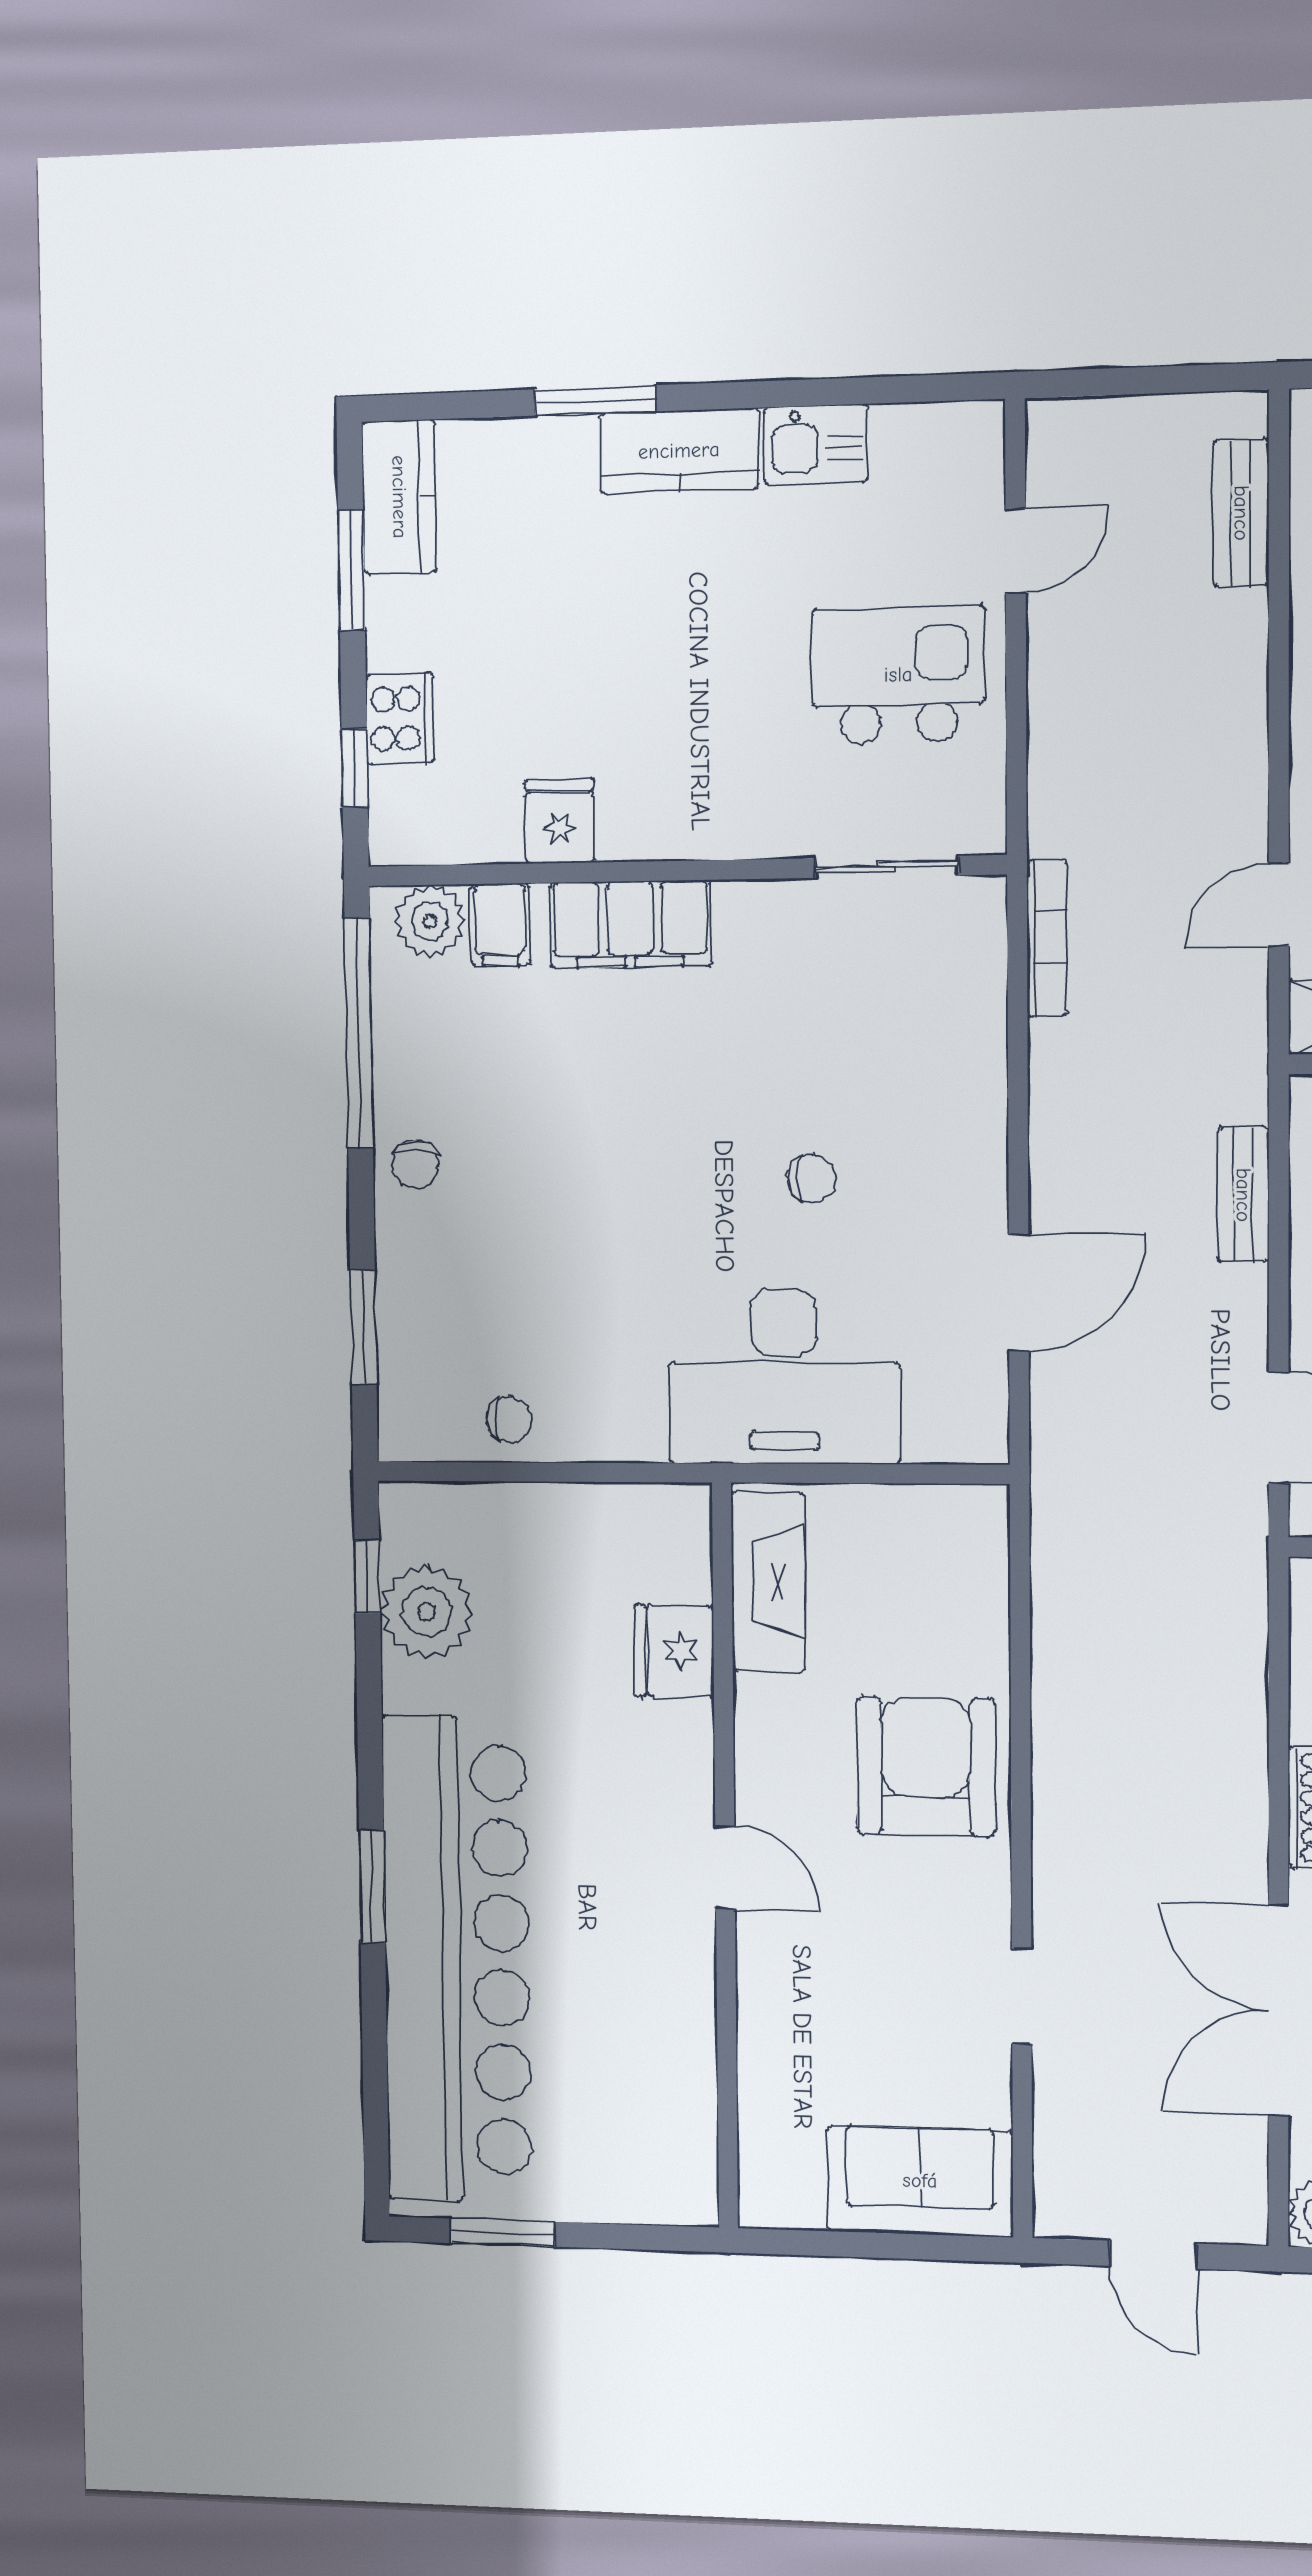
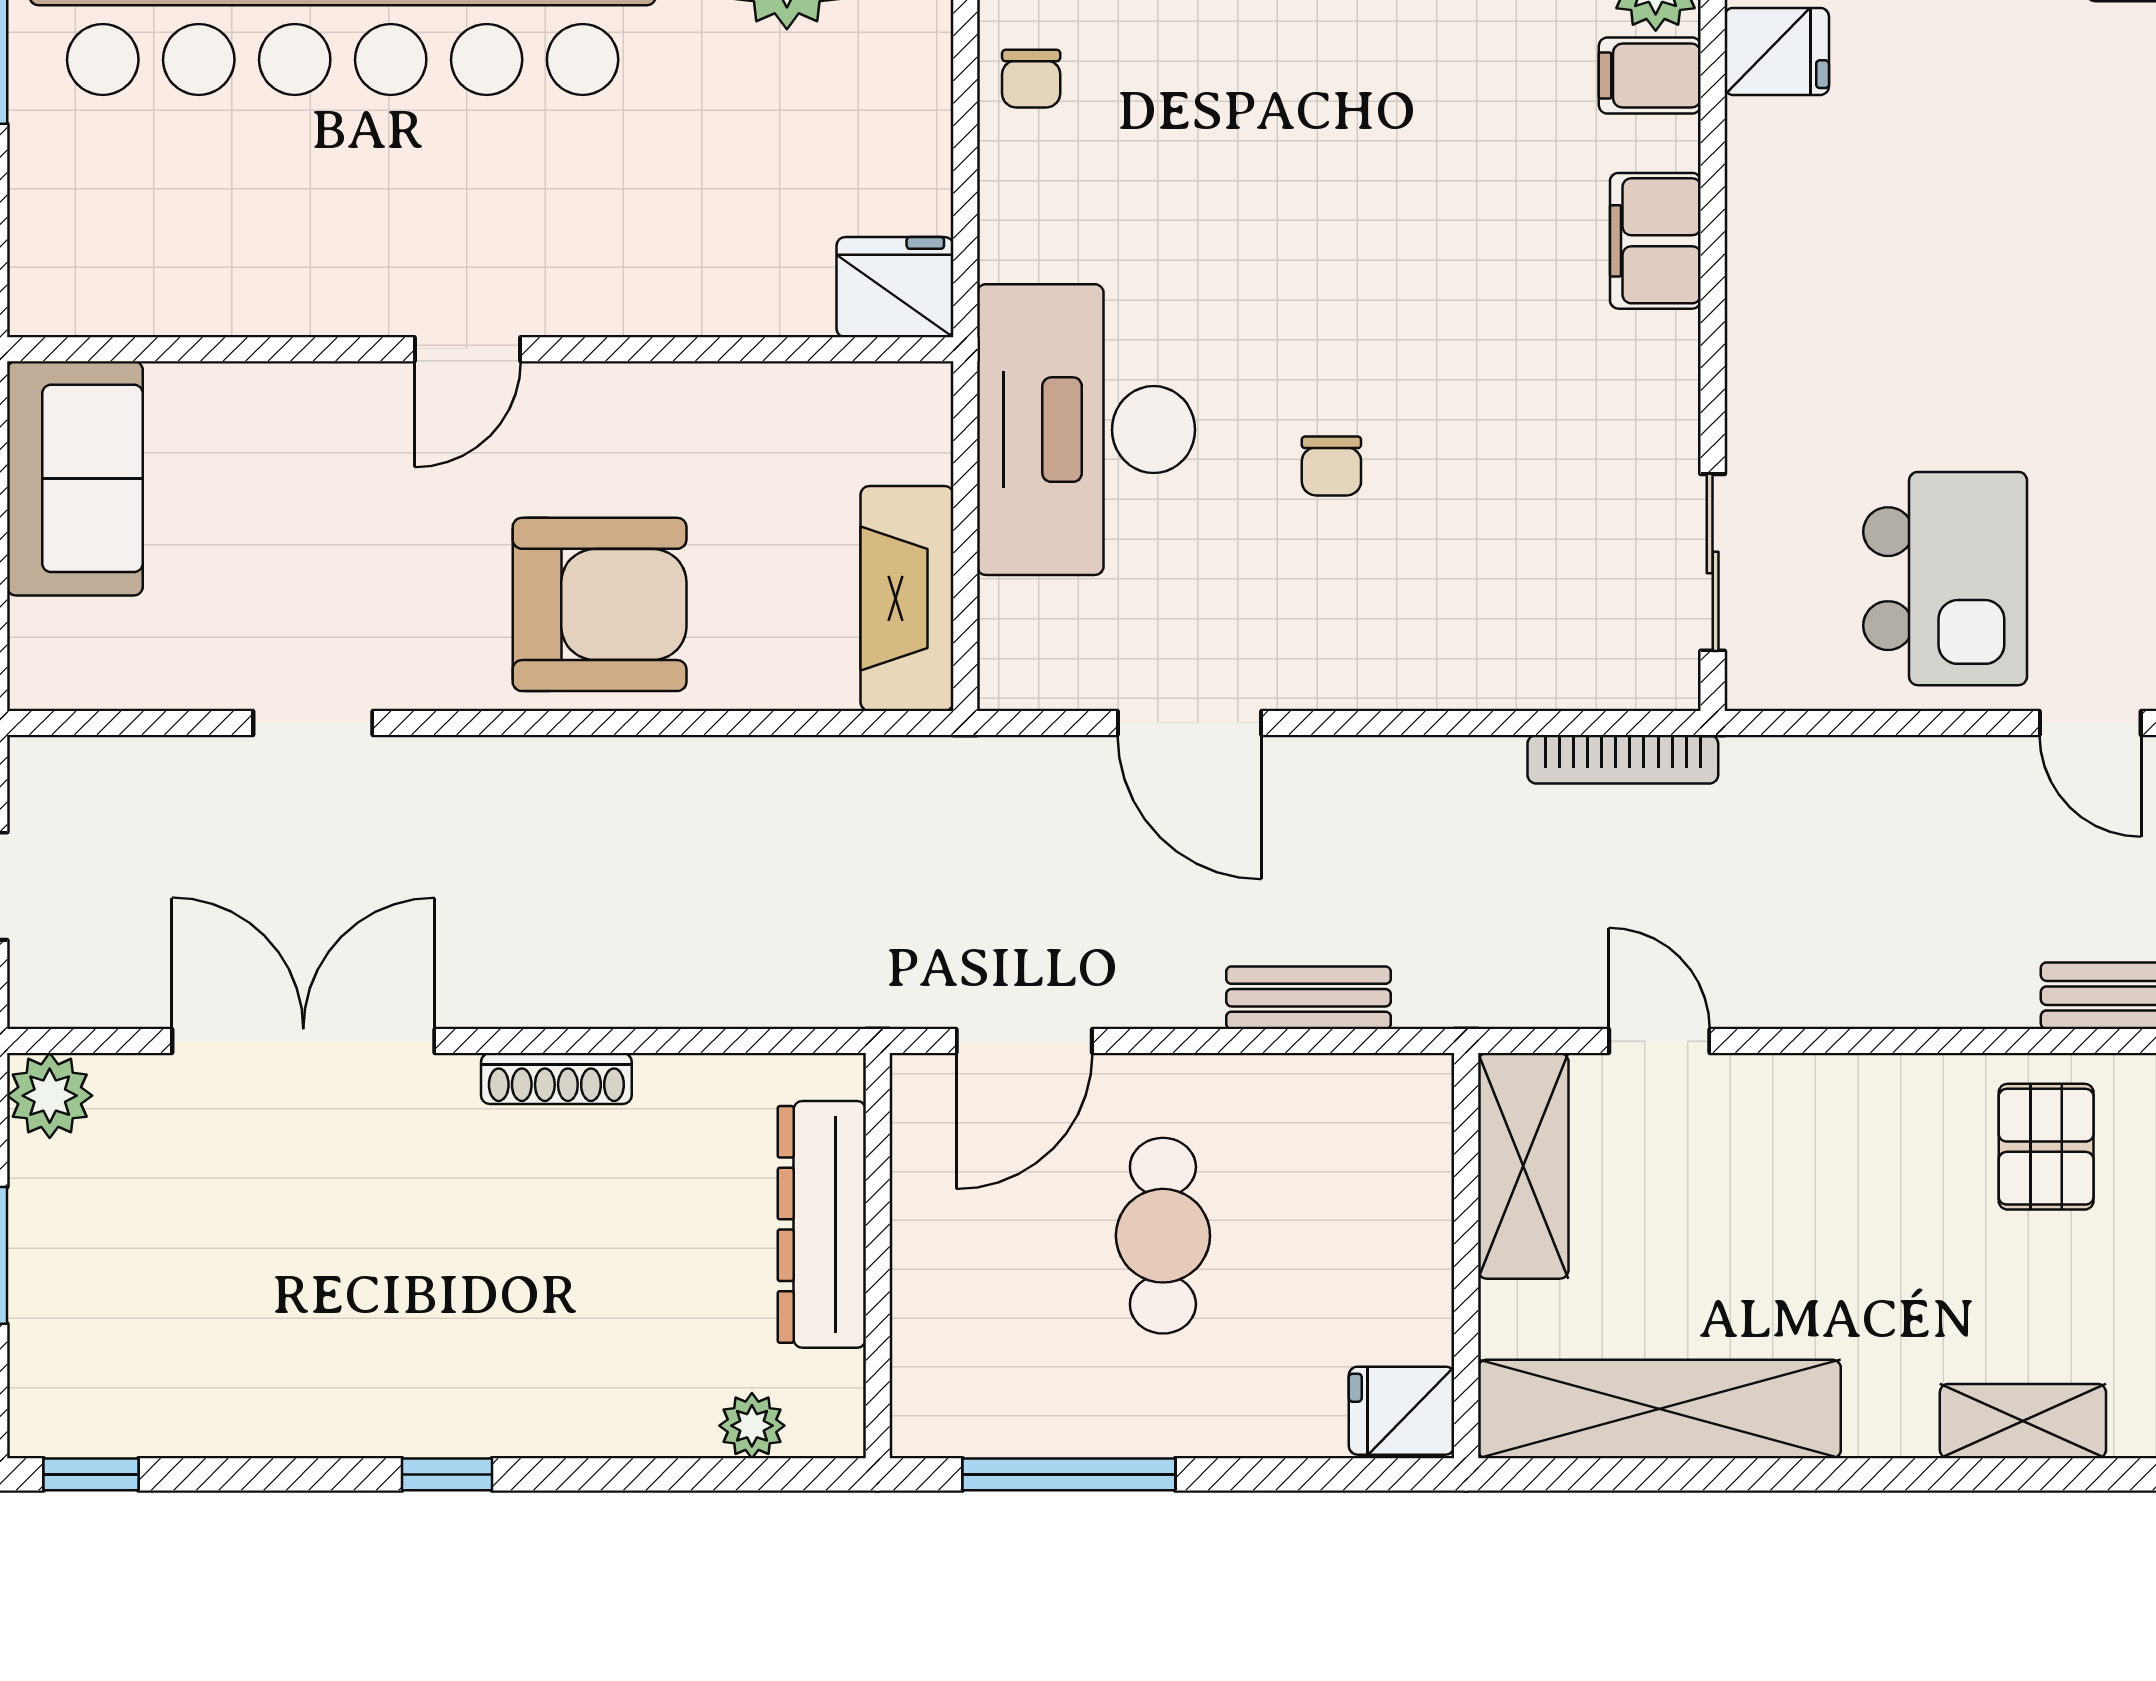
fridge: (559, 821) -> (1777, 51), moved
filing cabinet: (630, 924) -> (1655, 241), width x0.67, depth x0.86
fireplace: (768, 1582) -> (907, 598), moved, turned 90
fridge: (674, 1651) -> (895, 287), moved
sofa: (920, 2181) -> (75, 478), moved

